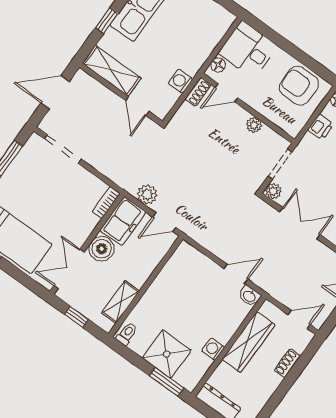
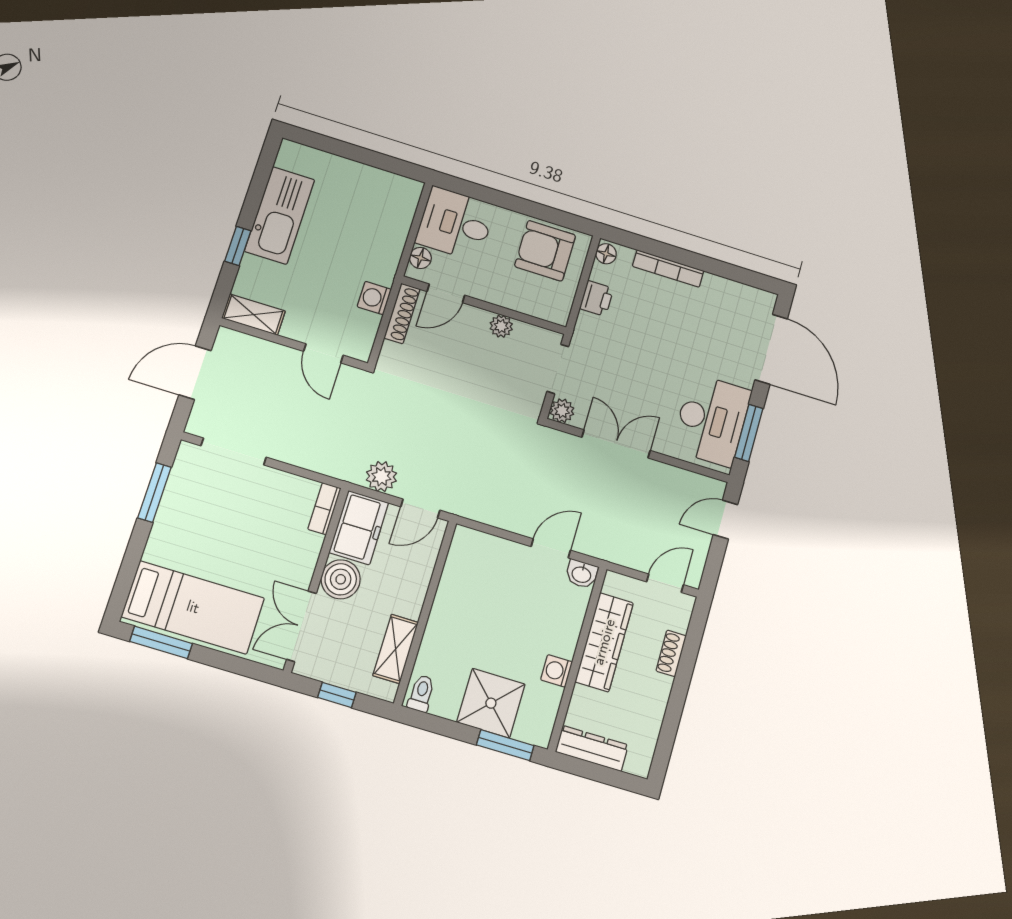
shelving: (112, 71) -> (253, 315), width x0.67, depth x0.75
shoe rack: (198, 92) -> (402, 313), width x1.43

